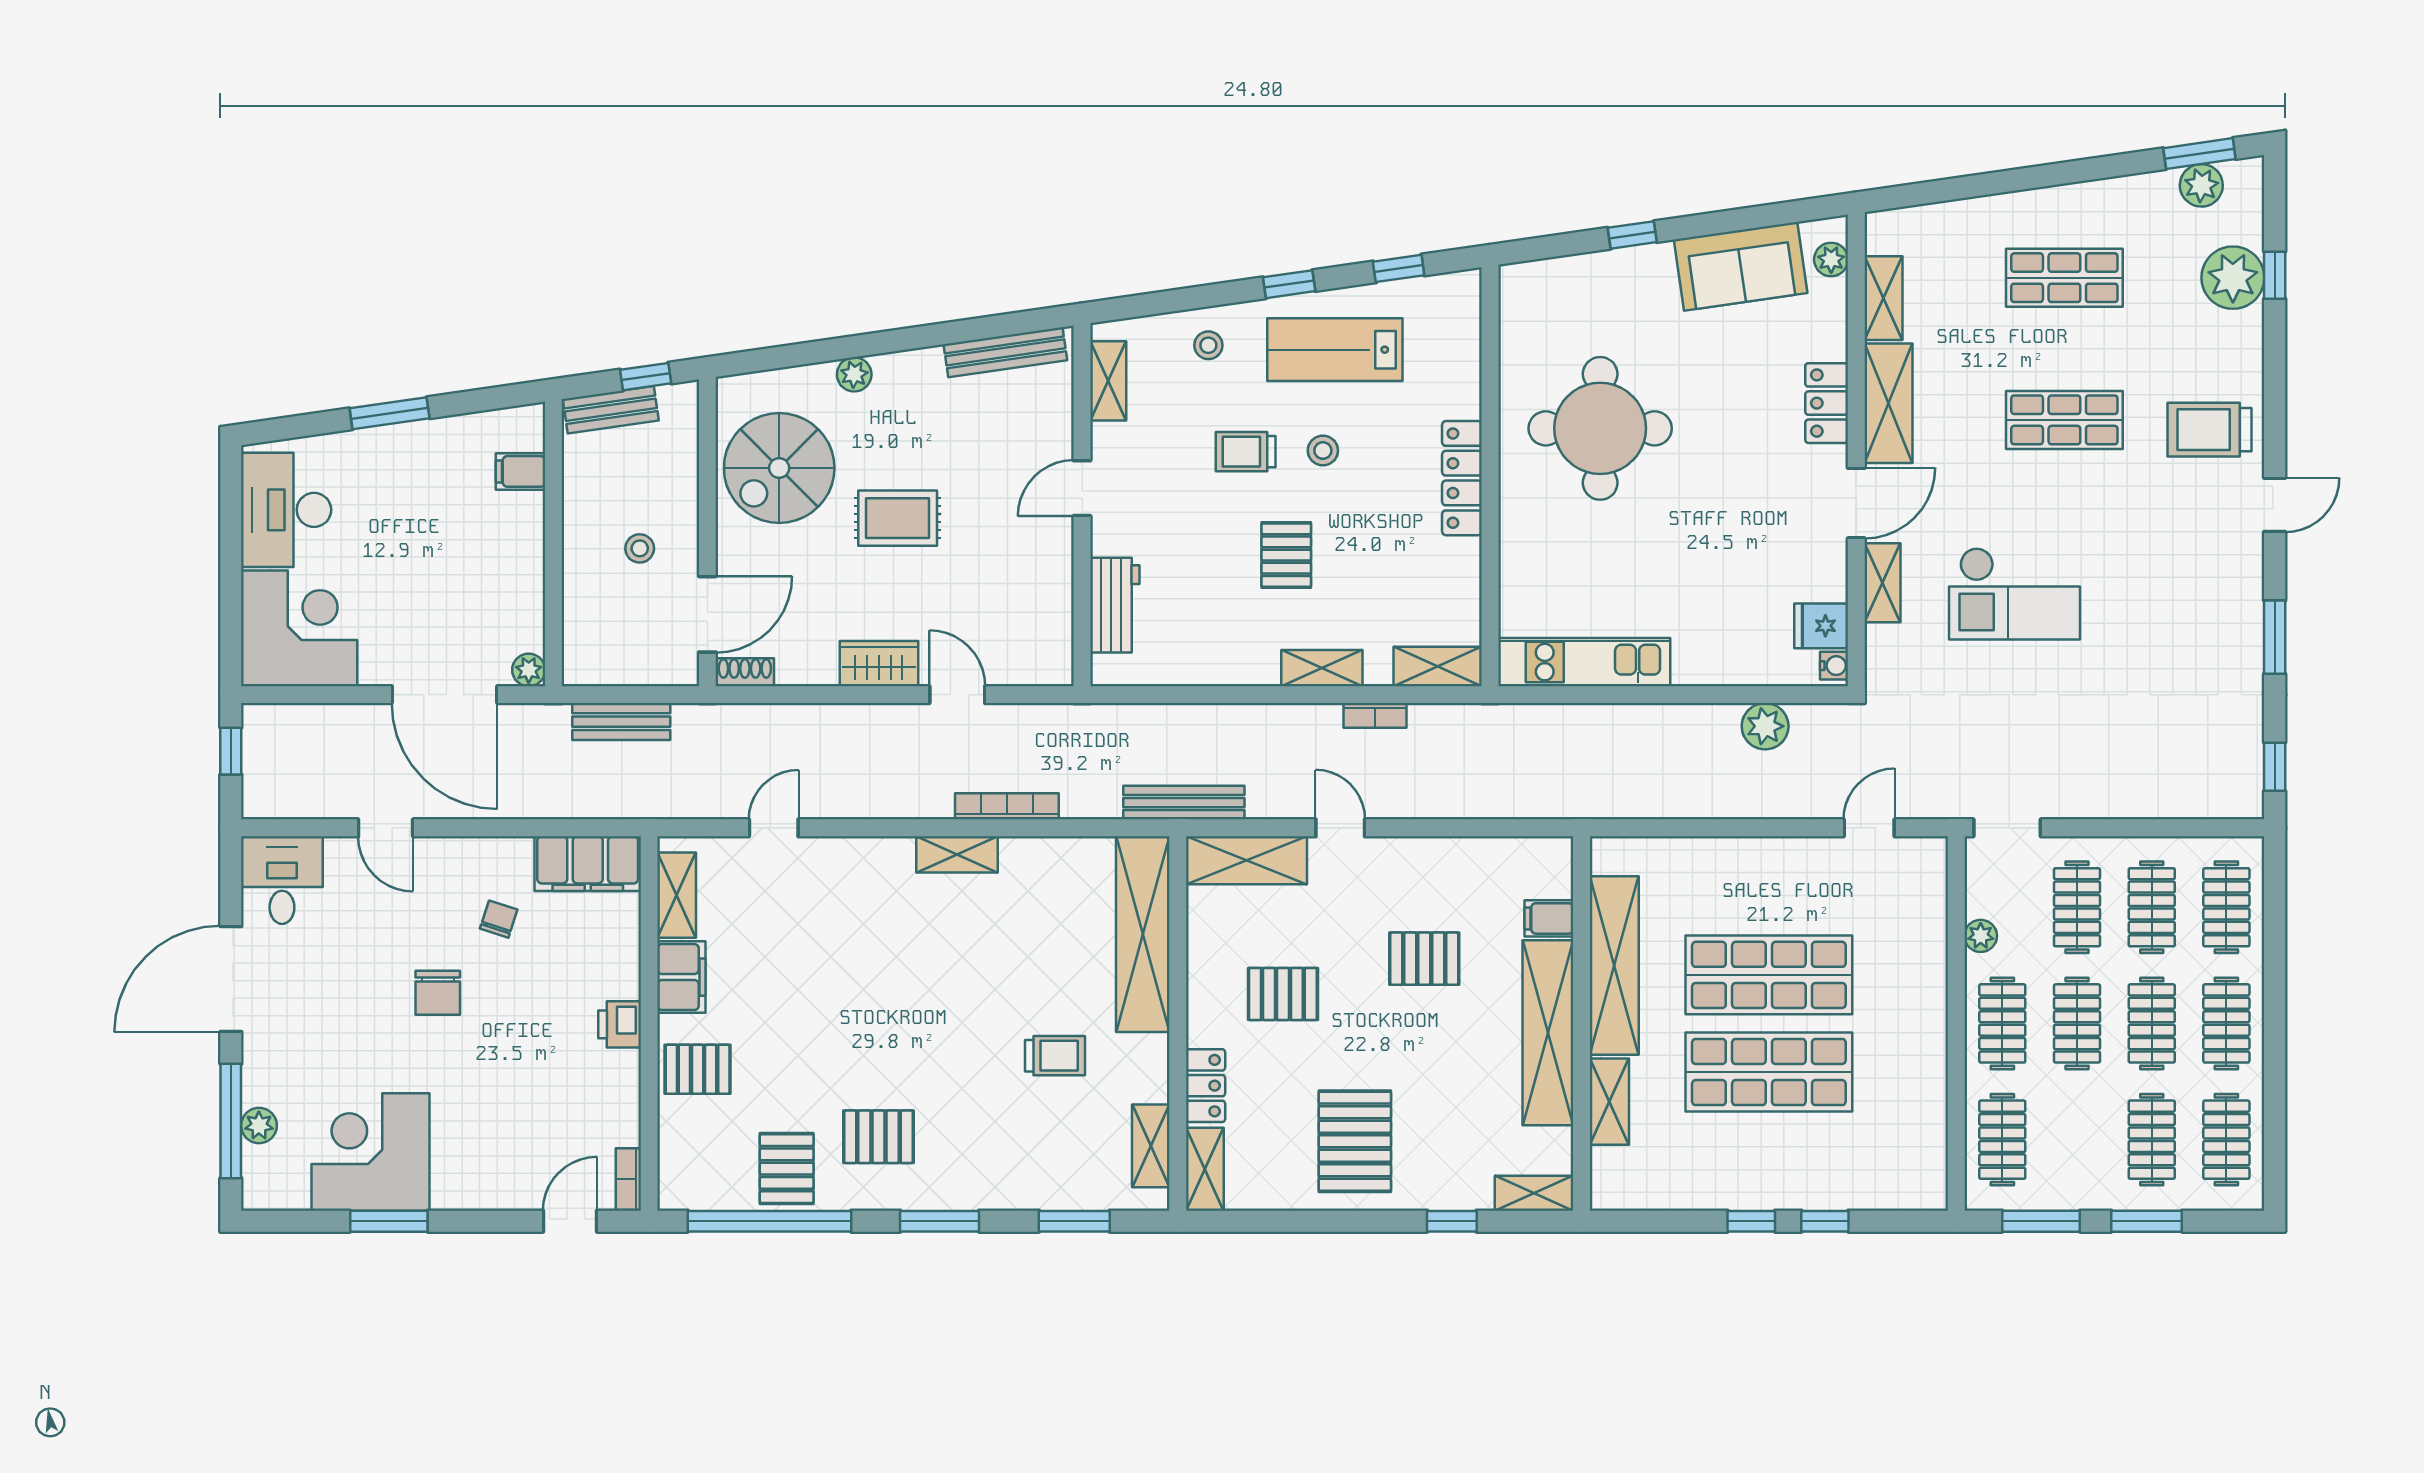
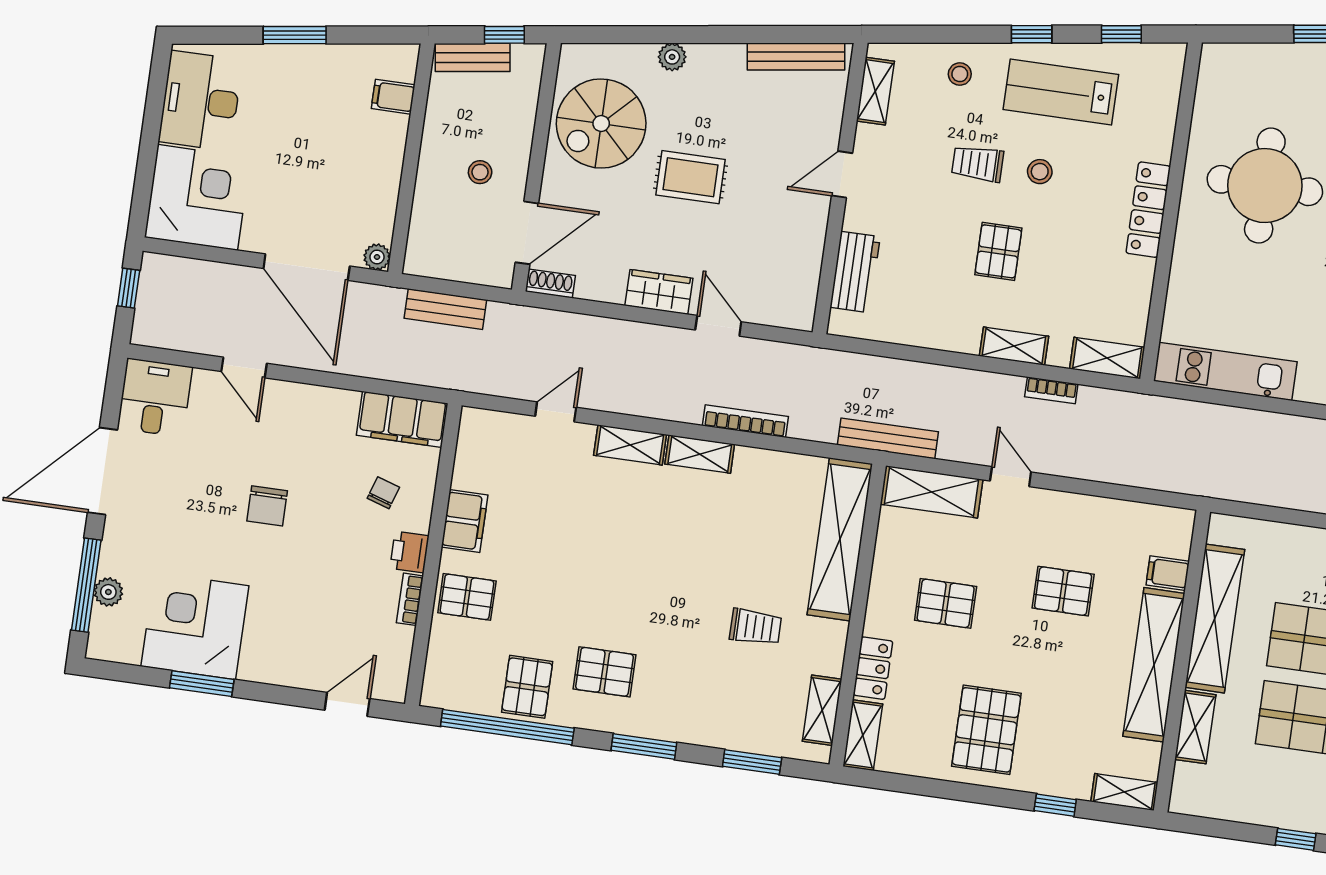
shelving: (677, 895) -> (630, 445), moved, turned 90
chair: (499, 919) -> (383, 493), moved
bookcase: (628, 1179) -> (410, 599), moved

